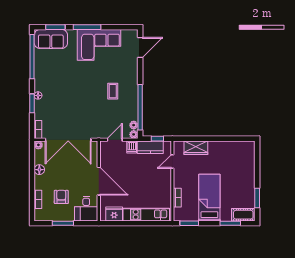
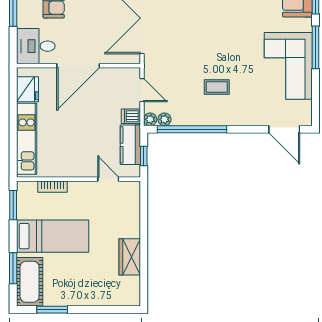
wardrobe: (196, 148) -> (130, 257), moved
cot: (243, 215) -> (30, 282), width x1.37, depth x1.34

